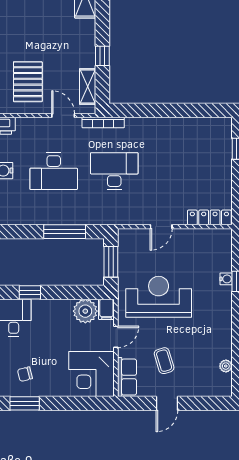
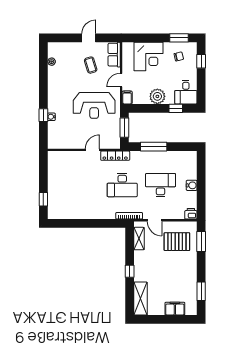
window: (102, 56) -> (130, 271), moved
pallet: (28, 82) -> (177, 242), turned 90
locker: (209, 217) -> (115, 156), moved
plant: (85, 311) -> (157, 96), moved
corner desk: (92, 374) -> (149, 57), moved, turned 90

